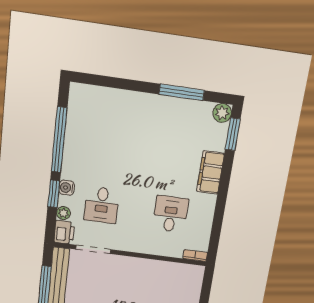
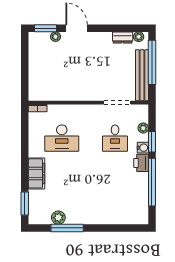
plant: (222, 113) -> (58, 218), moved
desk: (102, 205) -> (115, 138), turned 180
desk: (171, 214) -> (62, 138), width x1.37
printer: (64, 232) -> (141, 163), moved

